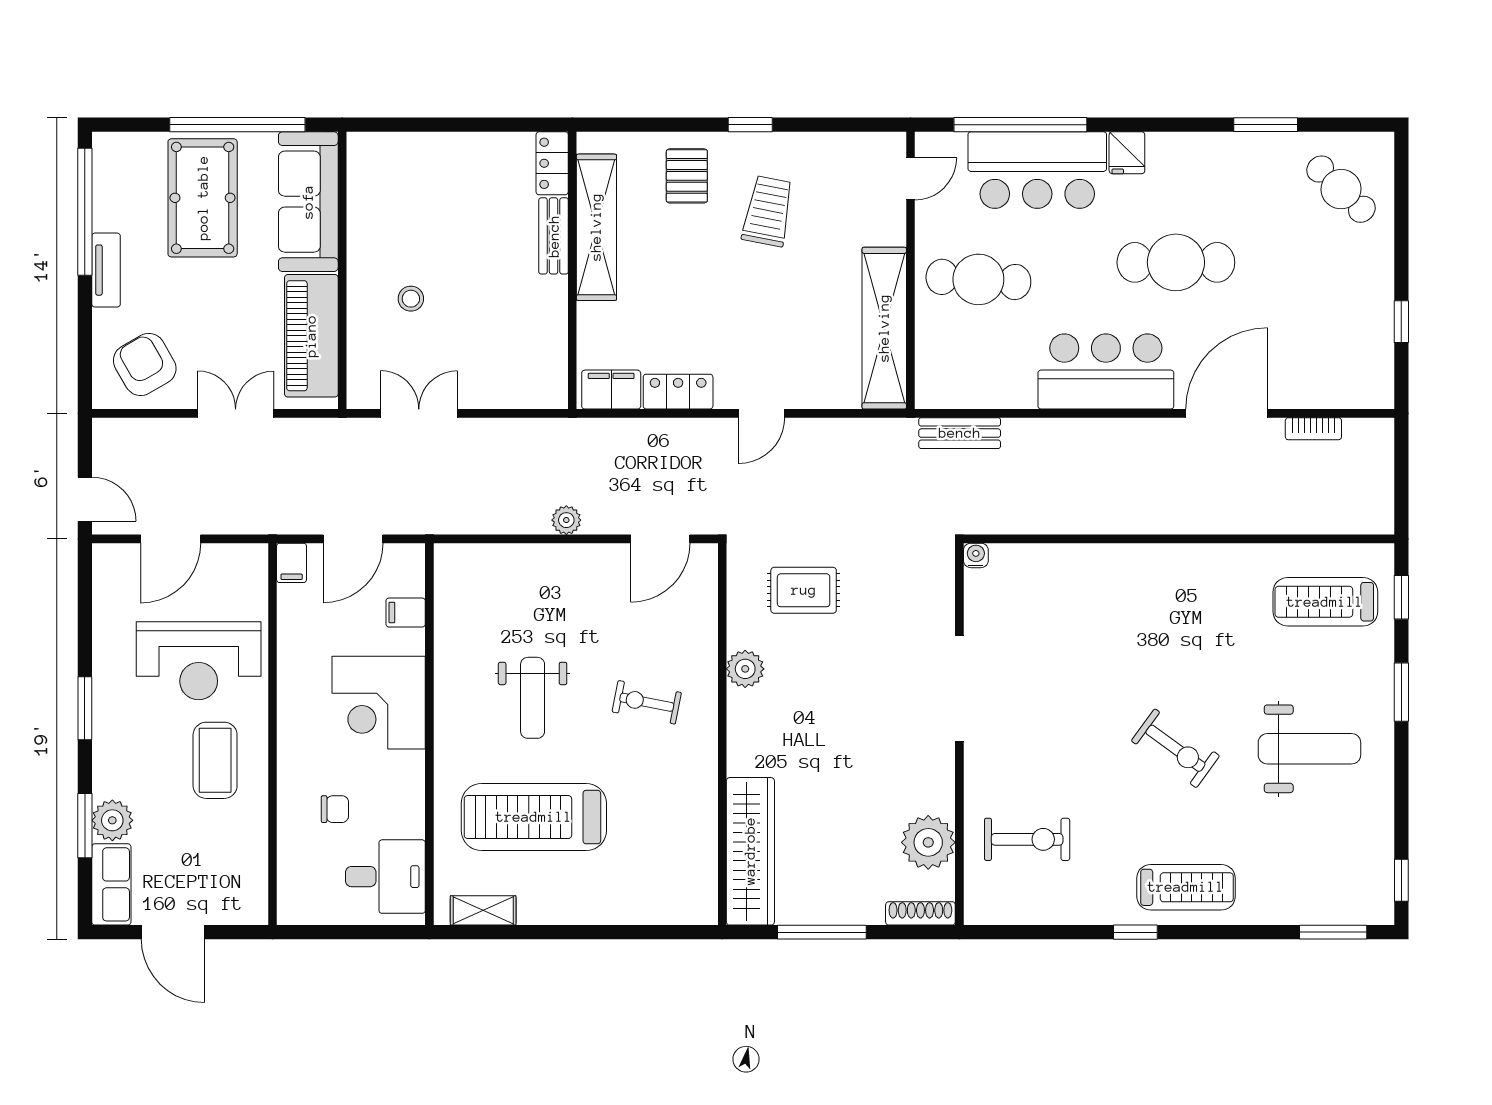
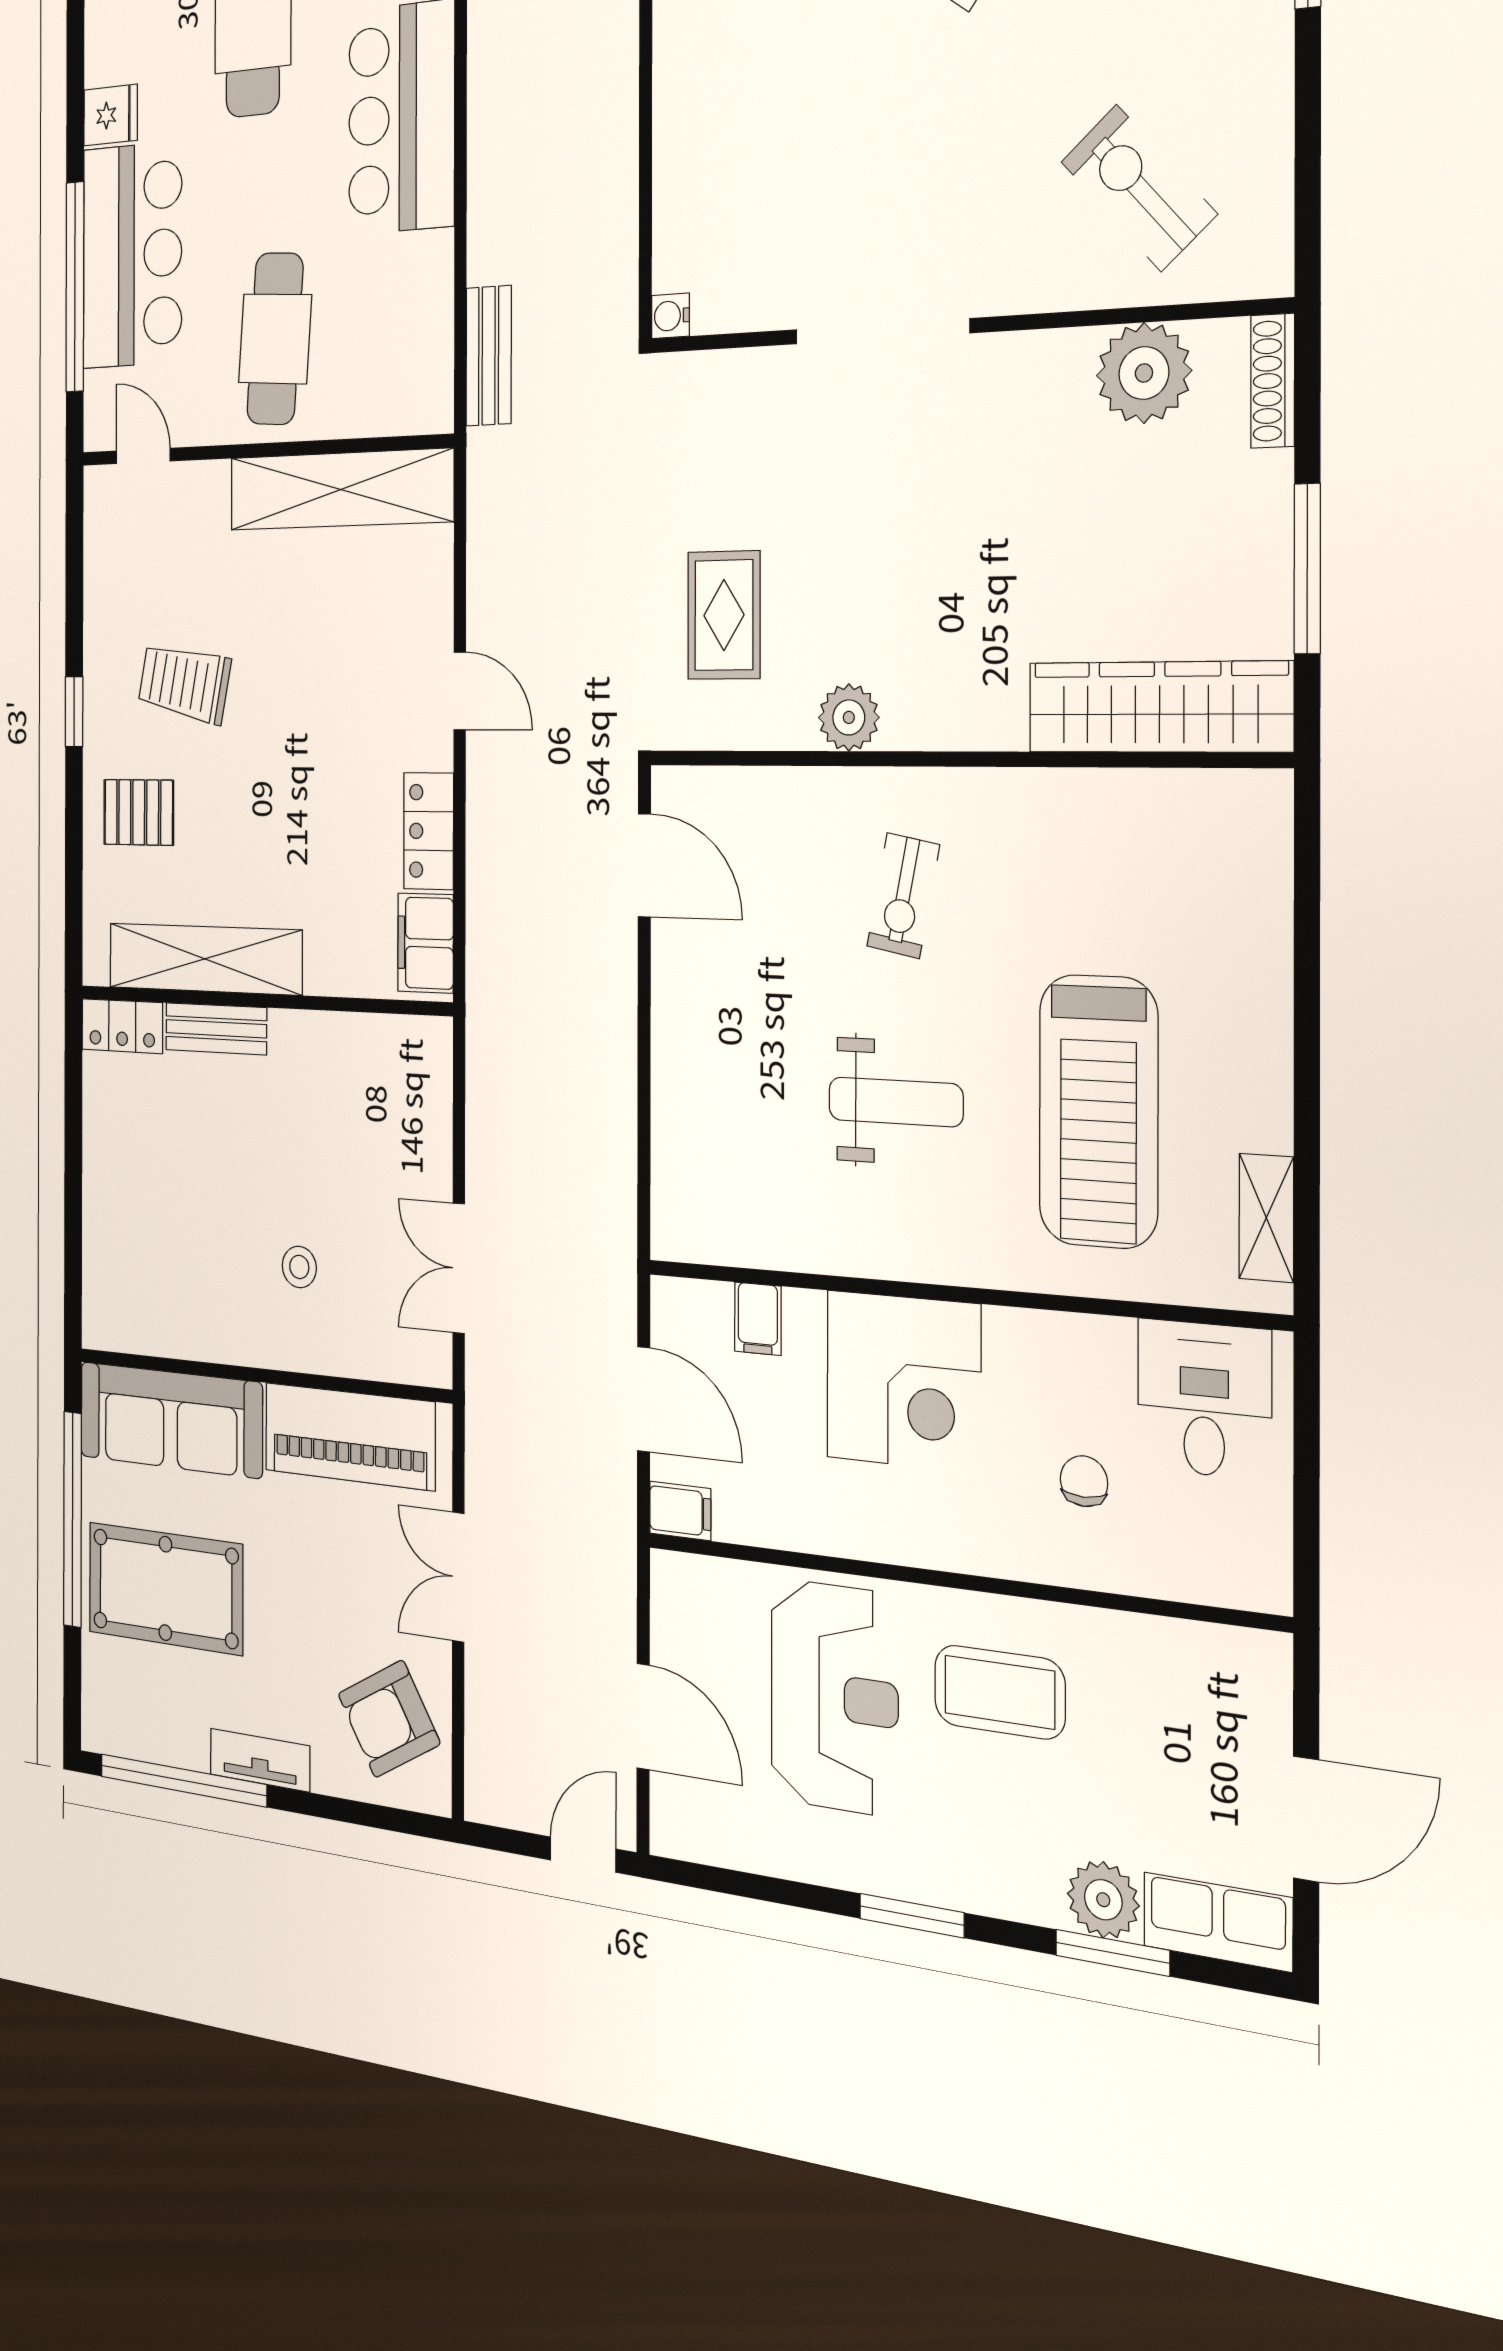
plant: (566, 520) -> (616, 1027), removed
exercise bike: (1027, 839) -> (1139, 188), turned -42

